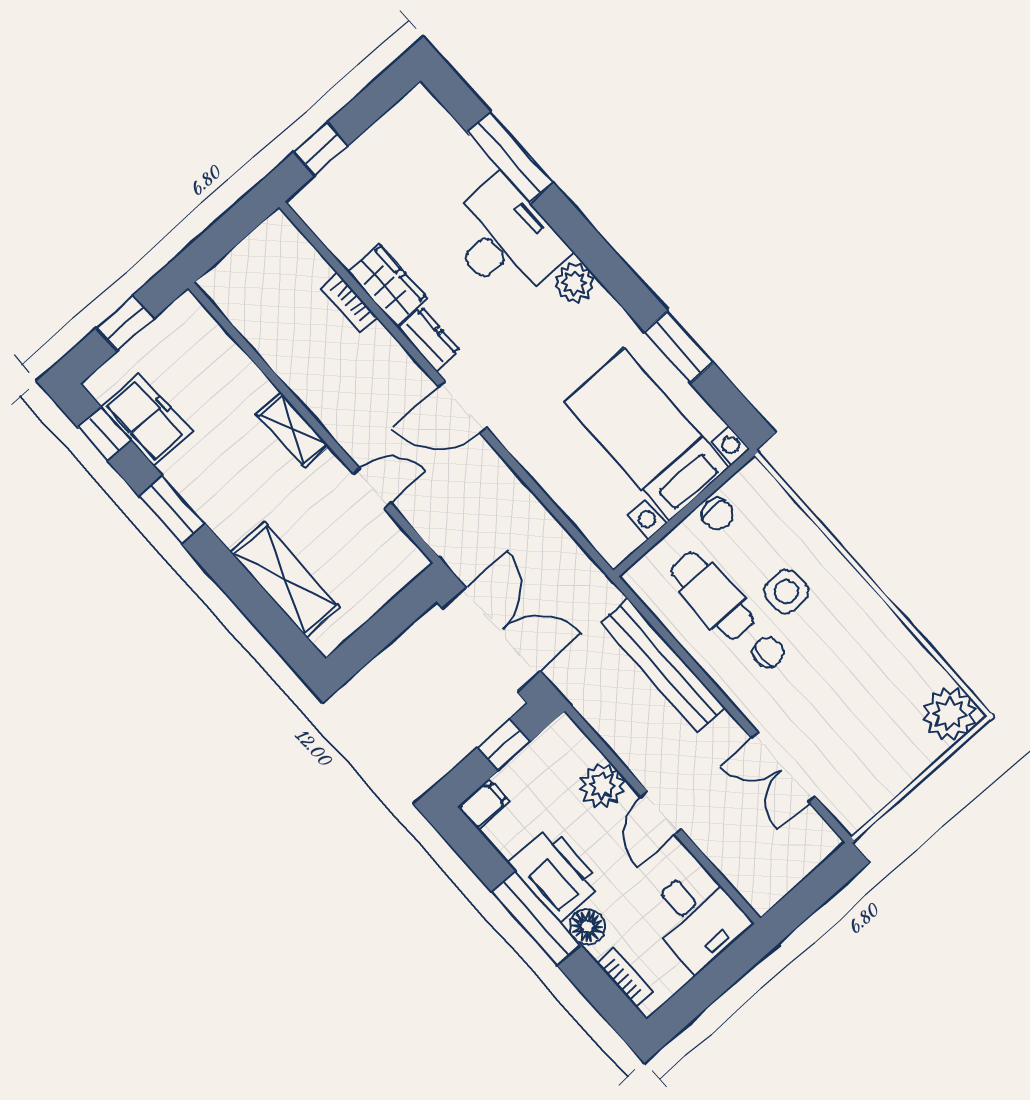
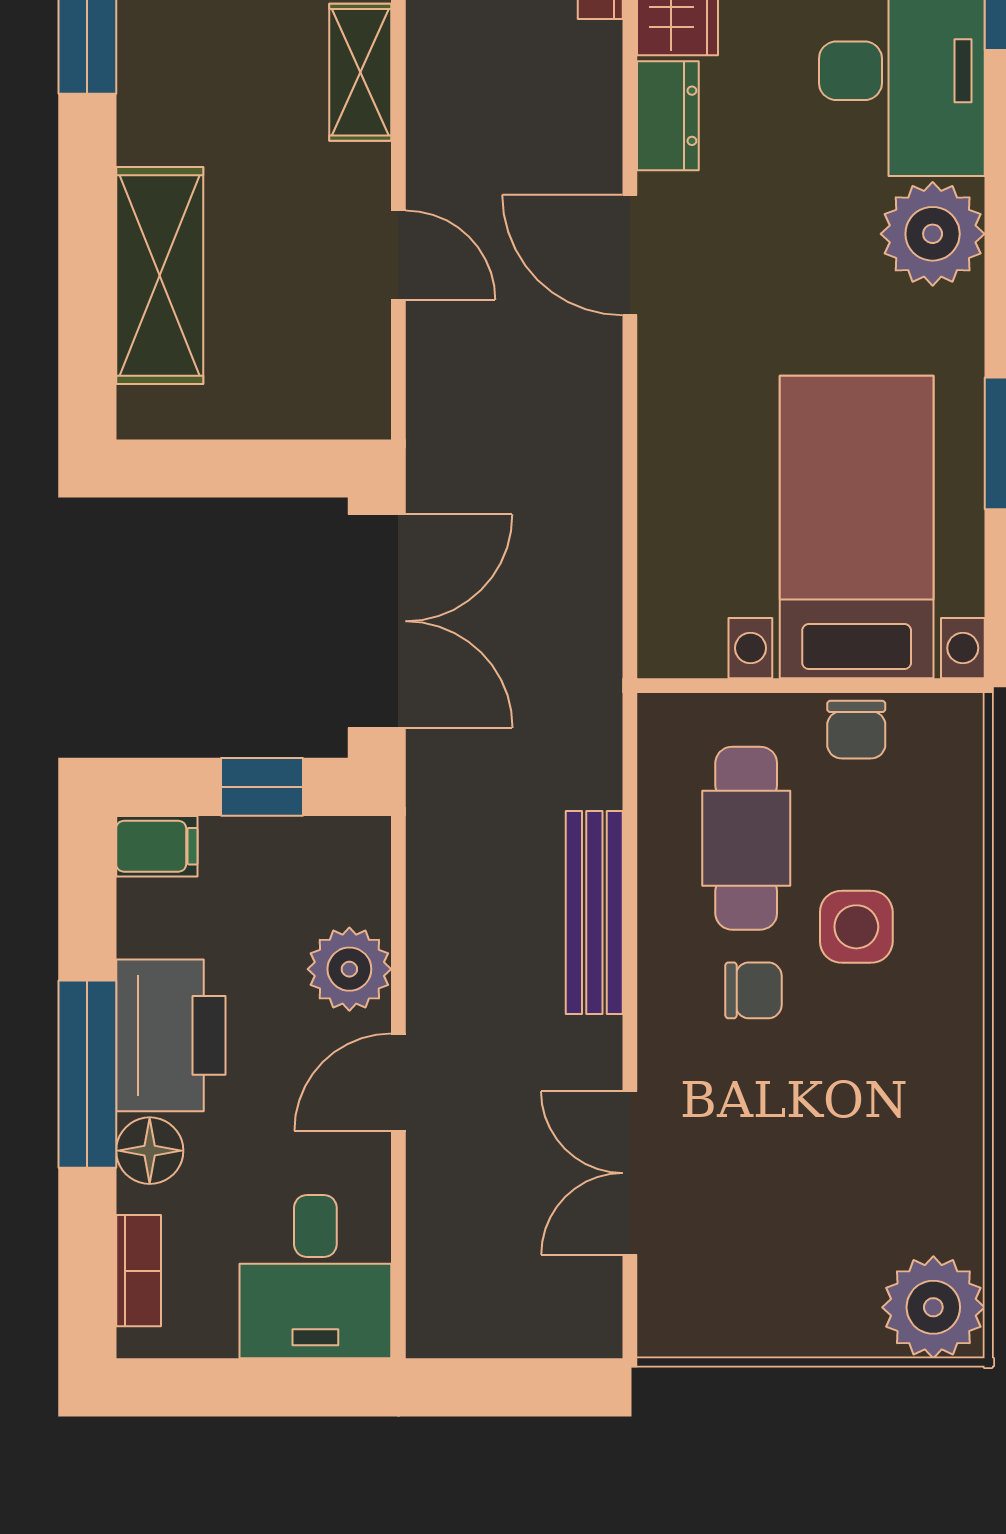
plant: (575, 283) -> (933, 234), width x1.36, depth x1.36
bench: (663, 665) -> (594, 913), width x0.73, depth x0.82

